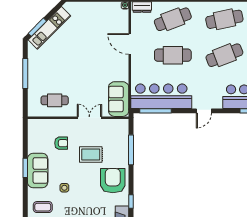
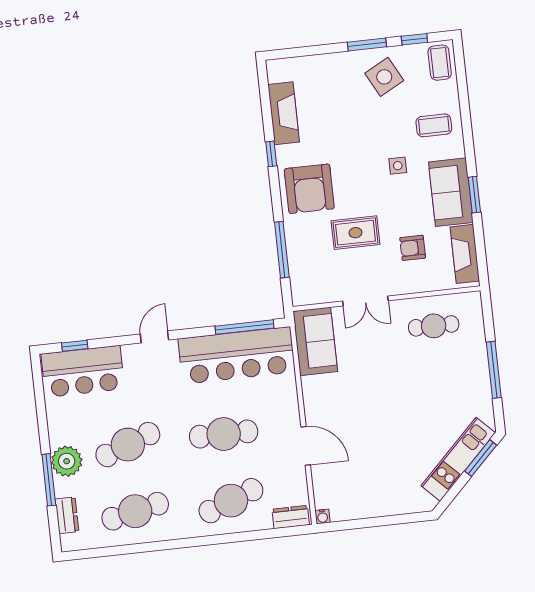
fireplace: (34, 137) -> (465, 254), added

